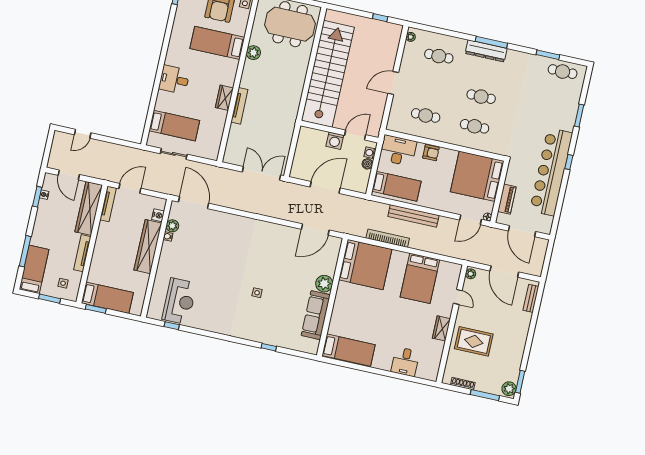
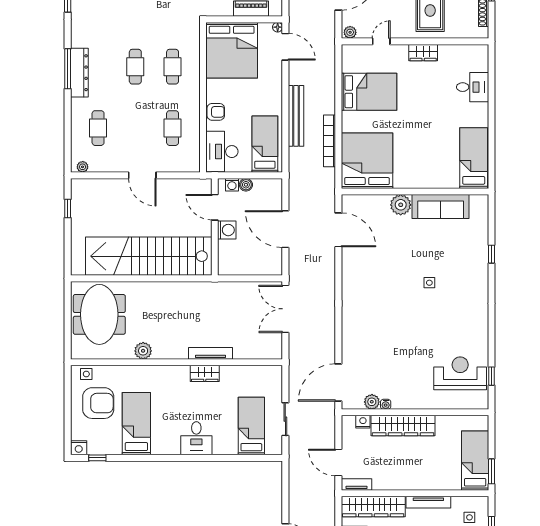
bed: (217, 43) -> (136, 424), moved, turned 180
armchair: (431, 153) -> (216, 112), turned 90
tv unit: (108, 204) -> (356, 485), width x0.71

